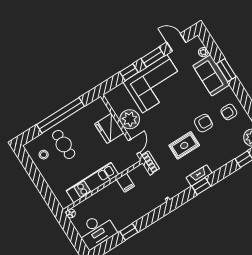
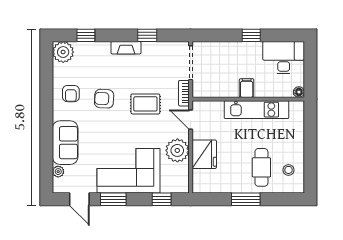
window: (226, 70) -> (46, 138), removed
window: (129, 72) -> (162, 199), moved
armchair: (229, 112) -> (71, 94), turned 90
window: (61, 115) -> (246, 199), width x0.47
rug: (184, 145) -> (145, 104), moved
door: (134, 147) -> (191, 120), hinge flipped
fireplace: (199, 175) -> (126, 48), moved
filing cabinet: (125, 183) -> (247, 88), moved

